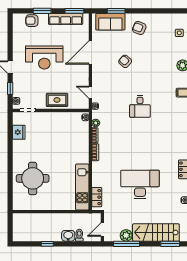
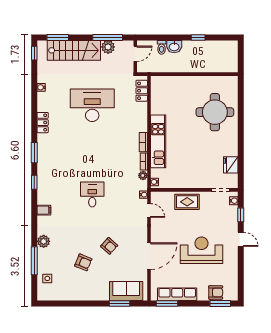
window: (42, 11) -> (220, 303), moved
armchair: (139, 28) -> (83, 262), moved
desk: (140, 184) -> (92, 105), turned 180
kitchen unit: (82, 187) -> (158, 141), moved

